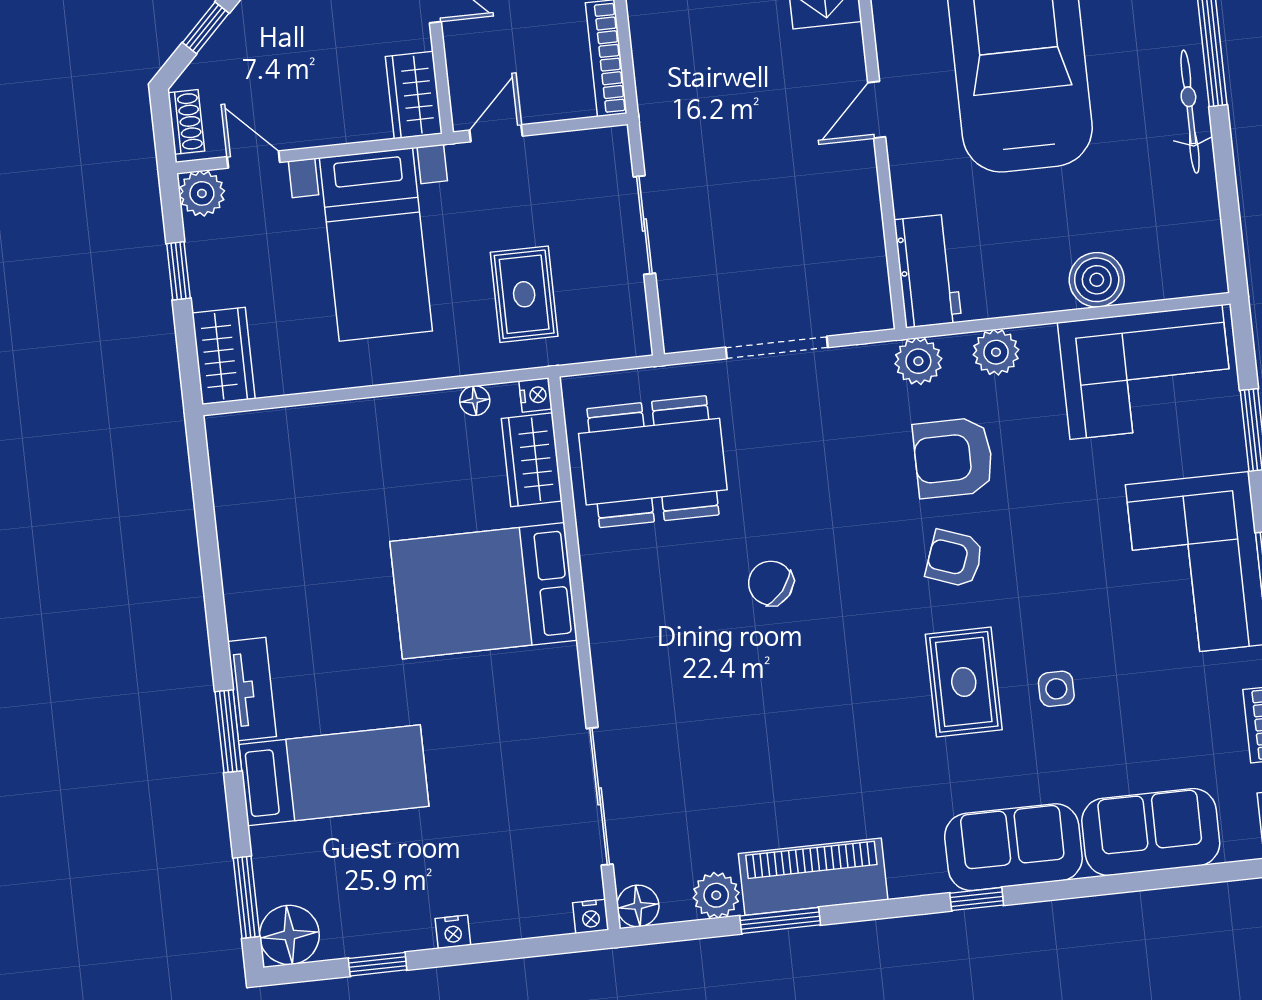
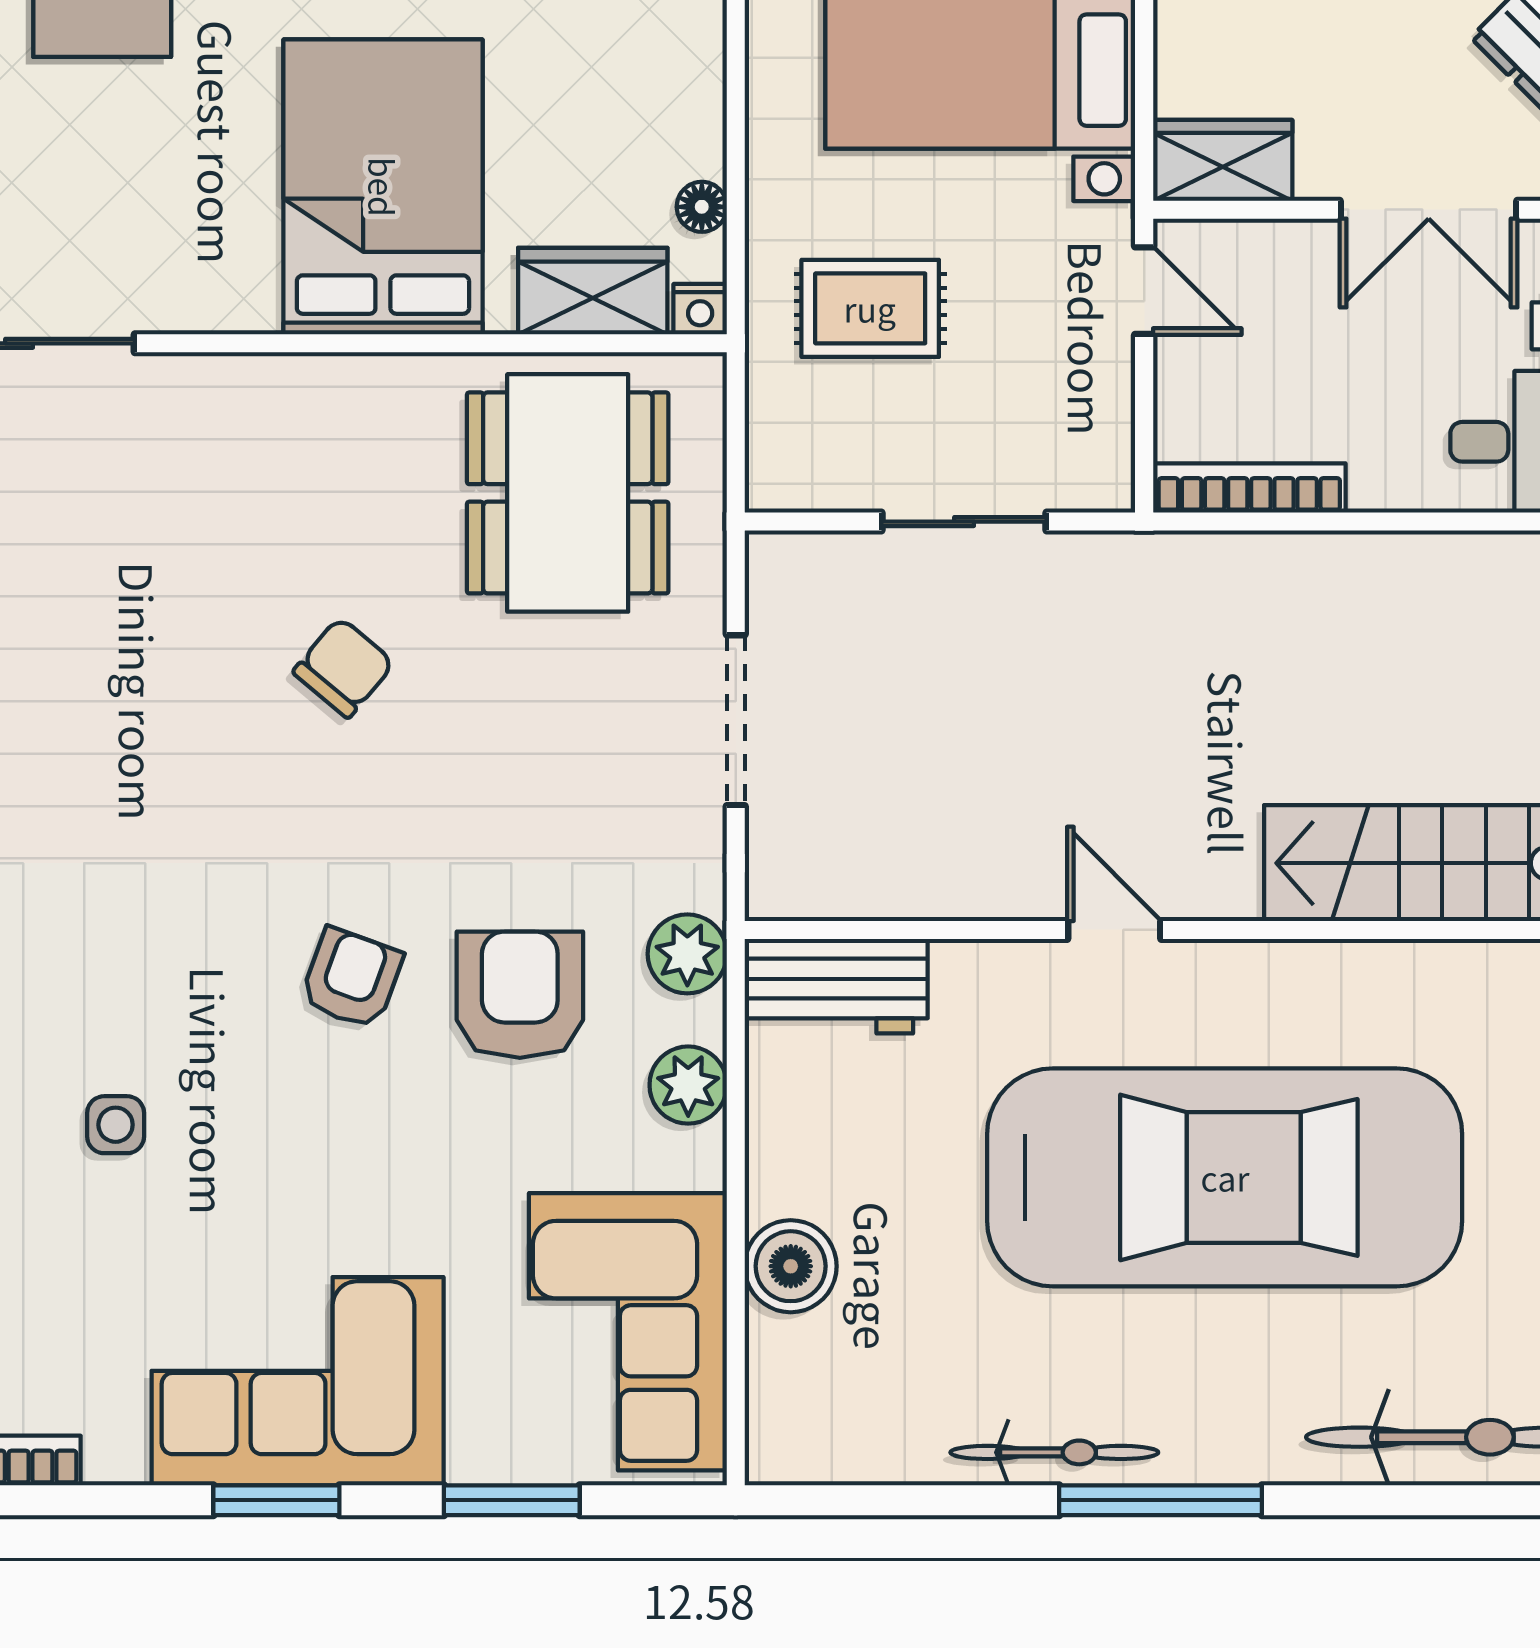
rug: (964, 682) -> (144, 972), removed

